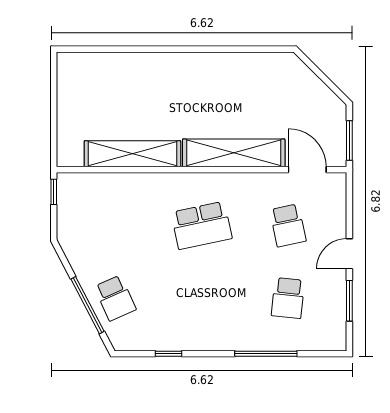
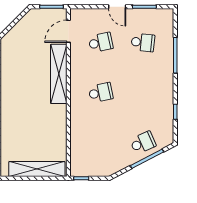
shelving: (132, 154) -> (37, 169), moved, turned 90
school desk: (202, 225) -> (101, 93), width x0.54

